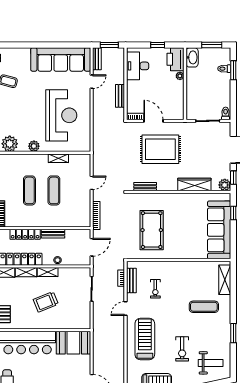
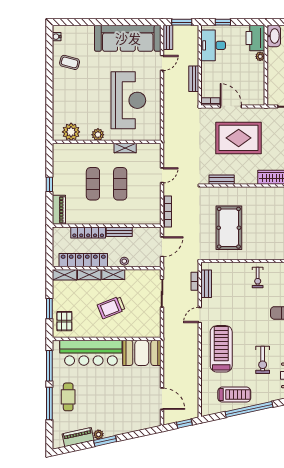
window: (158, 45) -> (223, 22), moved
exercise bike: (155, 289) -> (258, 277), moved

